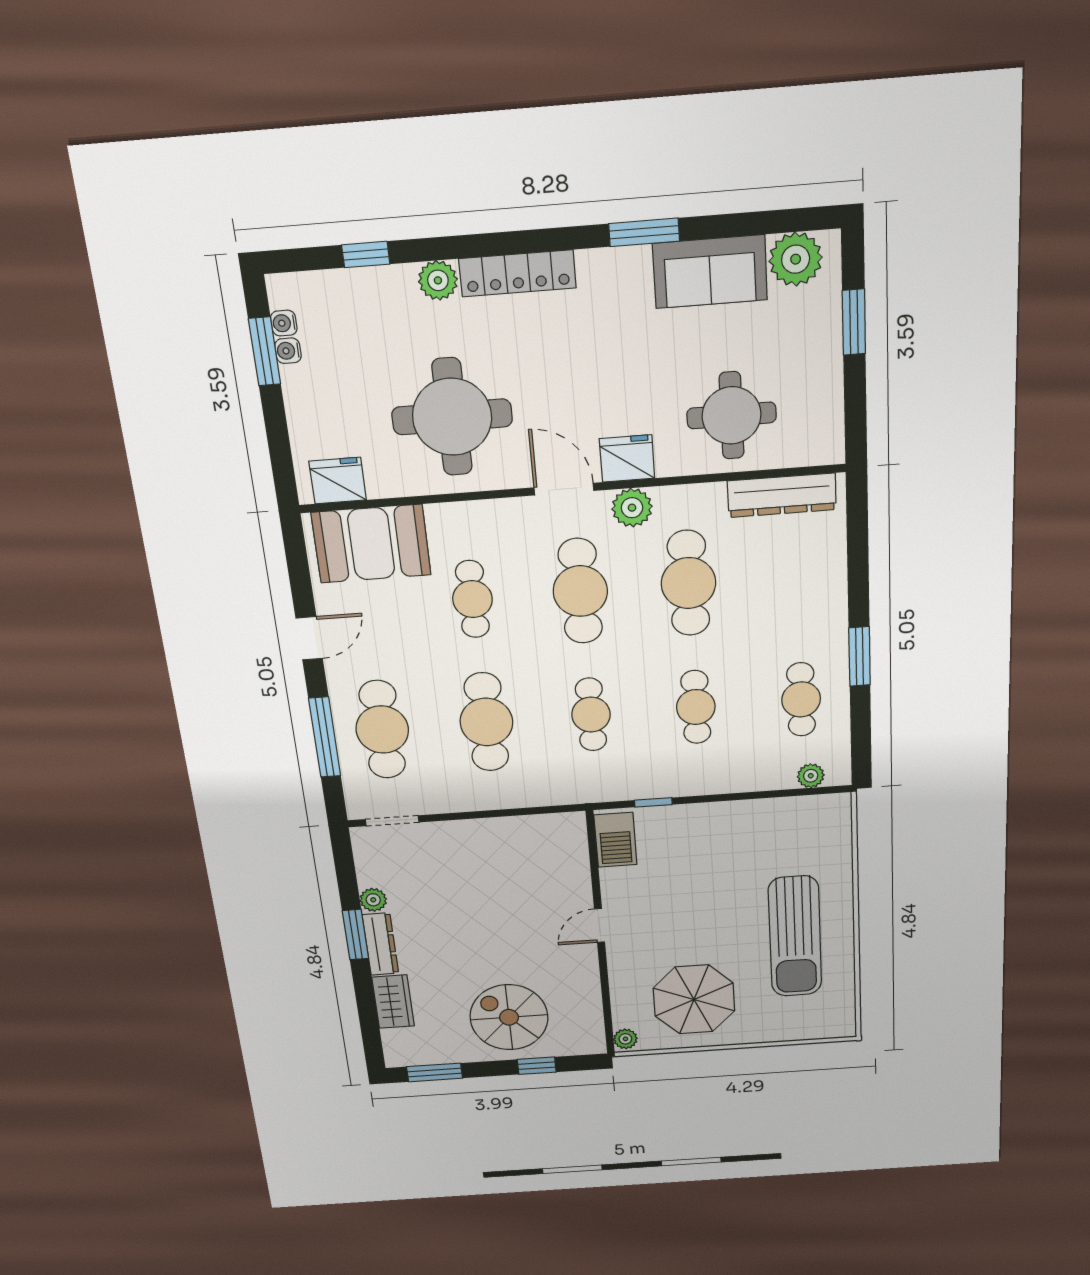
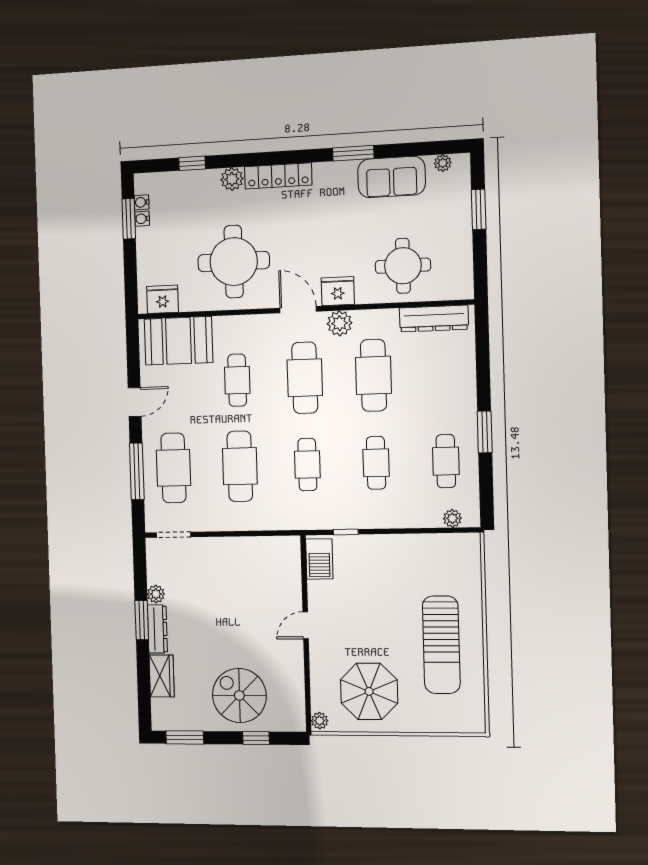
plant: (796, 259) -> (443, 163), width x0.53, depth x0.53

